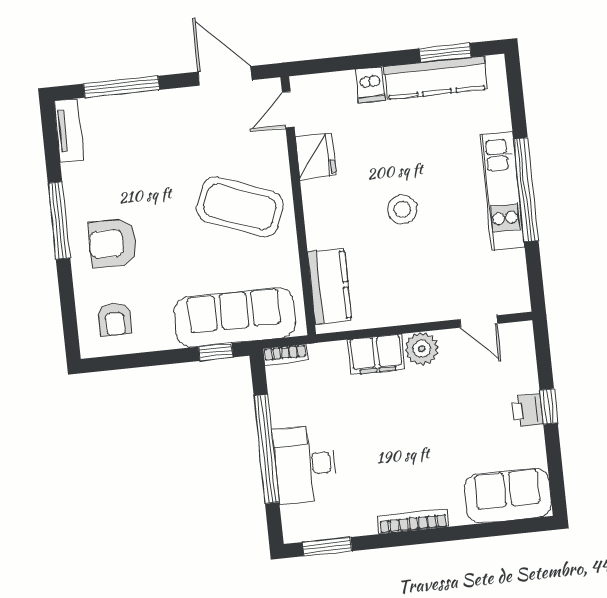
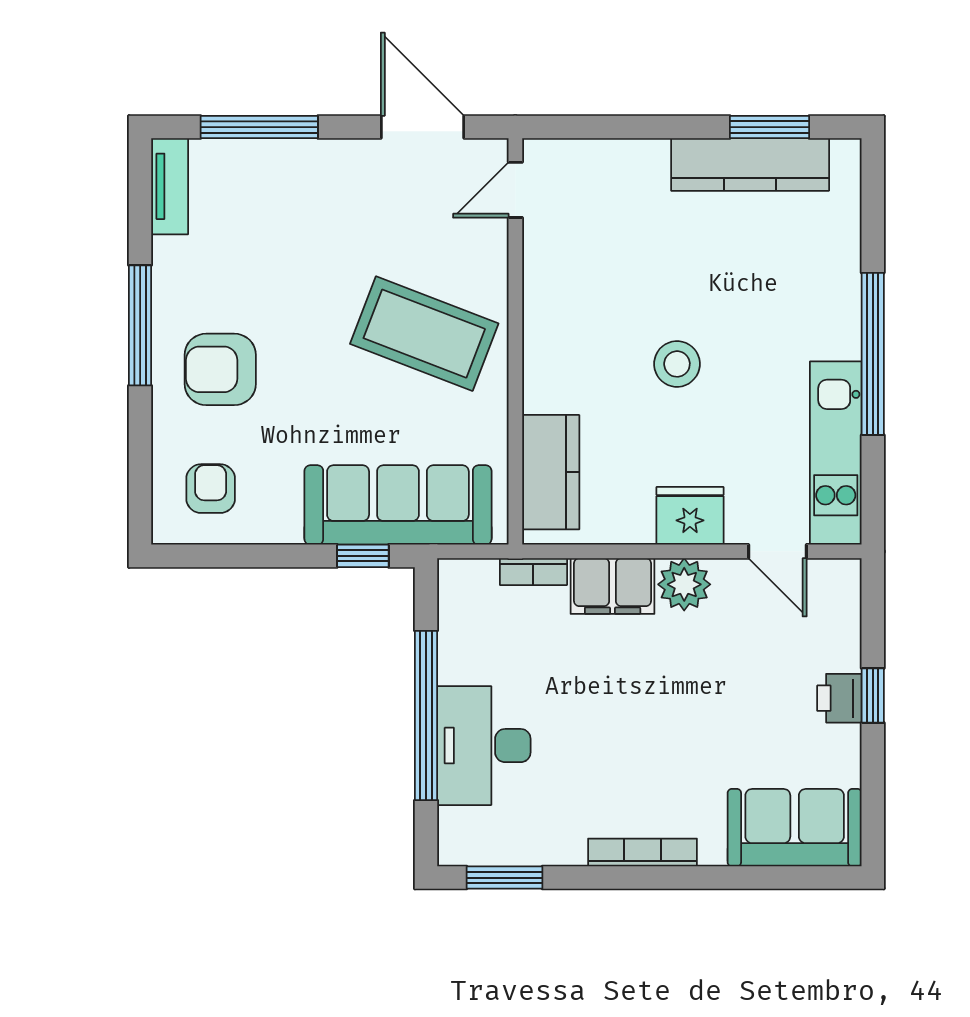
dishwasher: (370, 85) -> (647, 165), removed
fridge: (316, 156) -> (690, 516), moved, turned -90
kitchen unit: (502, 191) -> (836, 453), moved
armchair: (115, 319) -> (211, 489), turned 180
bookcase: (285, 355) -> (533, 572), moved

